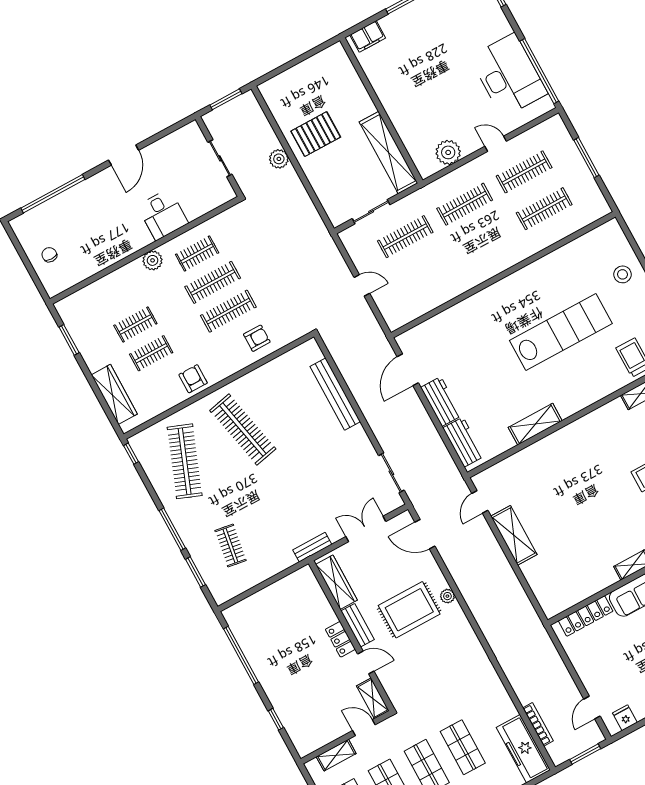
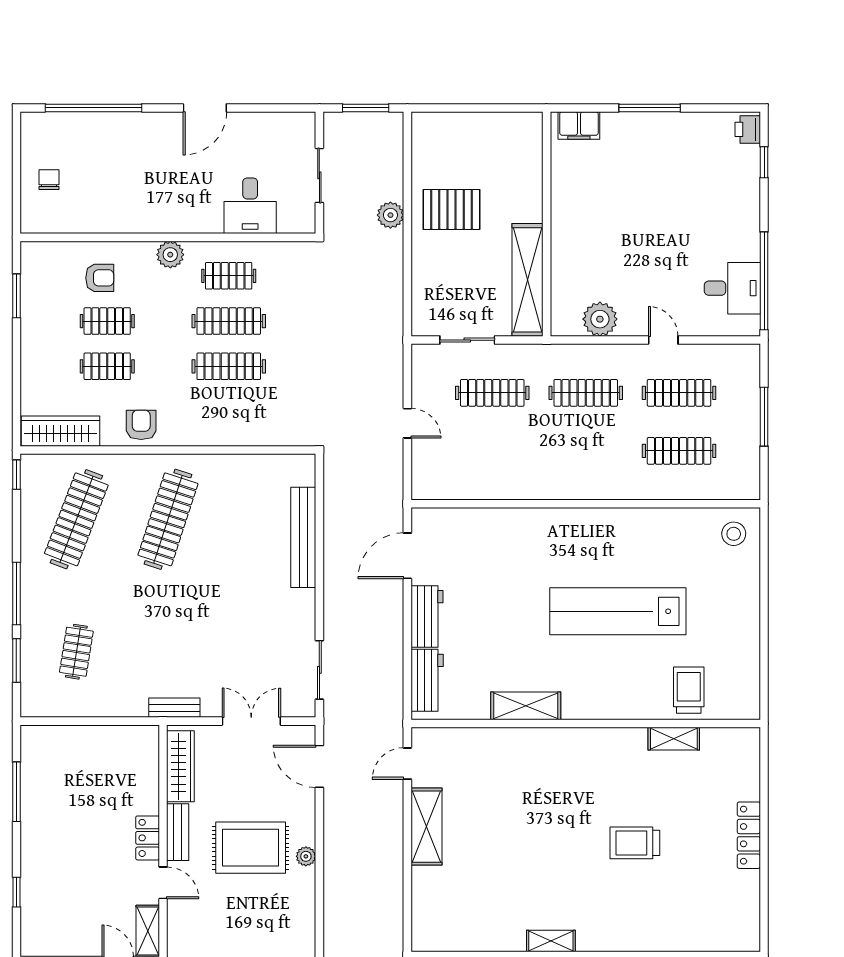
desk: (509, 75) -> (732, 288), width x0.53, depth x0.77
desk: (163, 215) -> (250, 206), moved
stool: (623, 274) -> (734, 534), moved
lab bench: (561, 332) -> (618, 611), turned 180
armchair: (257, 338) -> (100, 278), moved
wardrobe: (114, 394) -> (61, 431), moved, turned -90
clothes rail: (243, 430) -> (168, 519), turned 30
window: (241, 655) -> (16, 792), width x0.68

